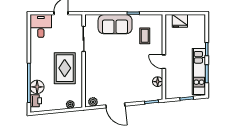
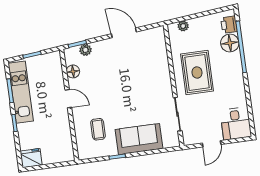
fridge: (180, 21) -> (31, 158), moved
plant: (93, 102) -> (85, 50), moved

